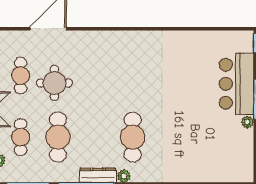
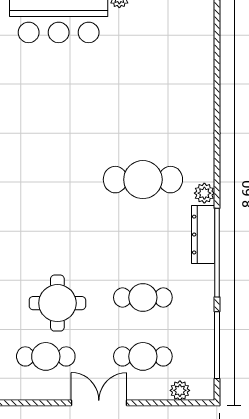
cafe table: (58, 137) -> (143, 297), width x0.73, depth x0.74

